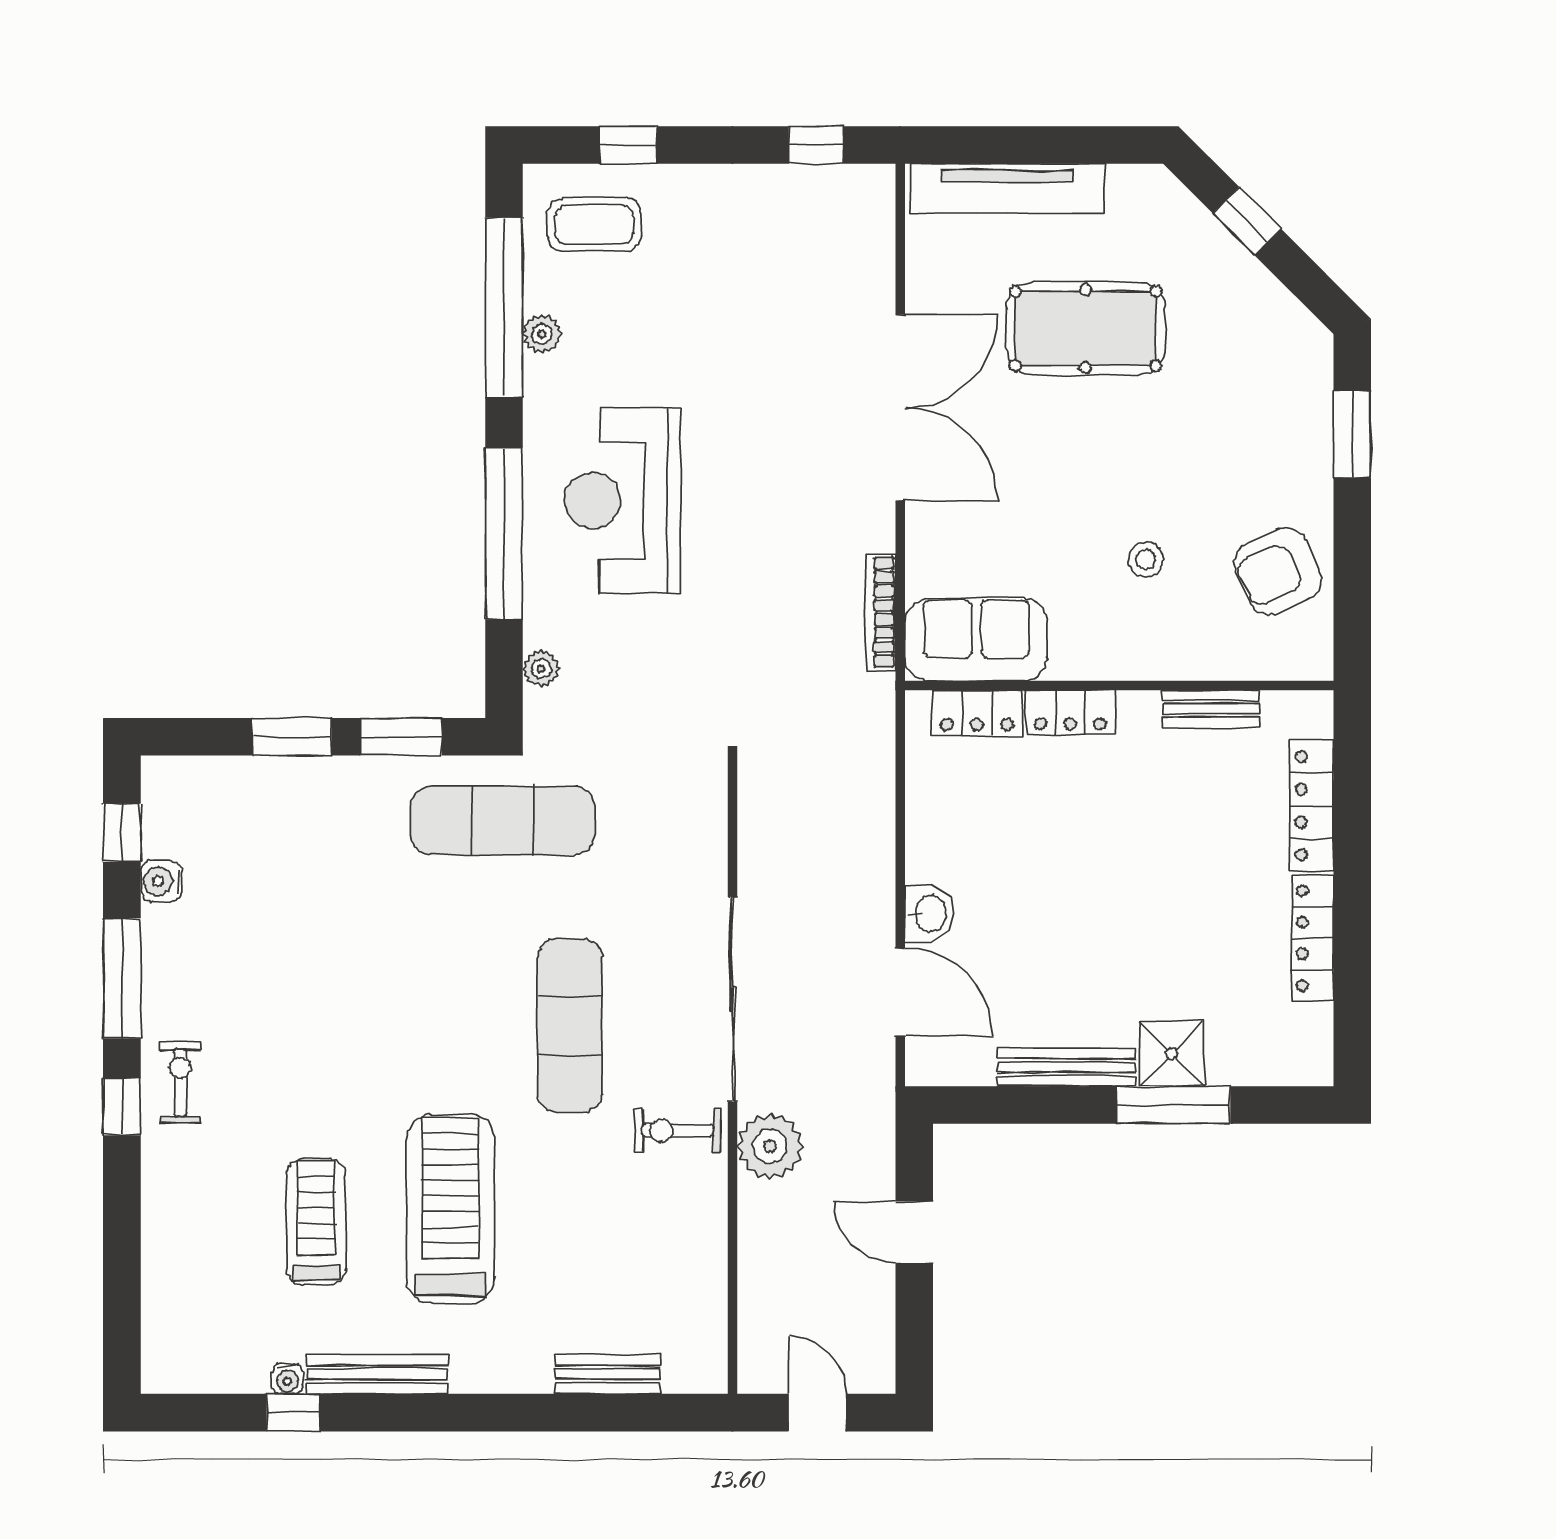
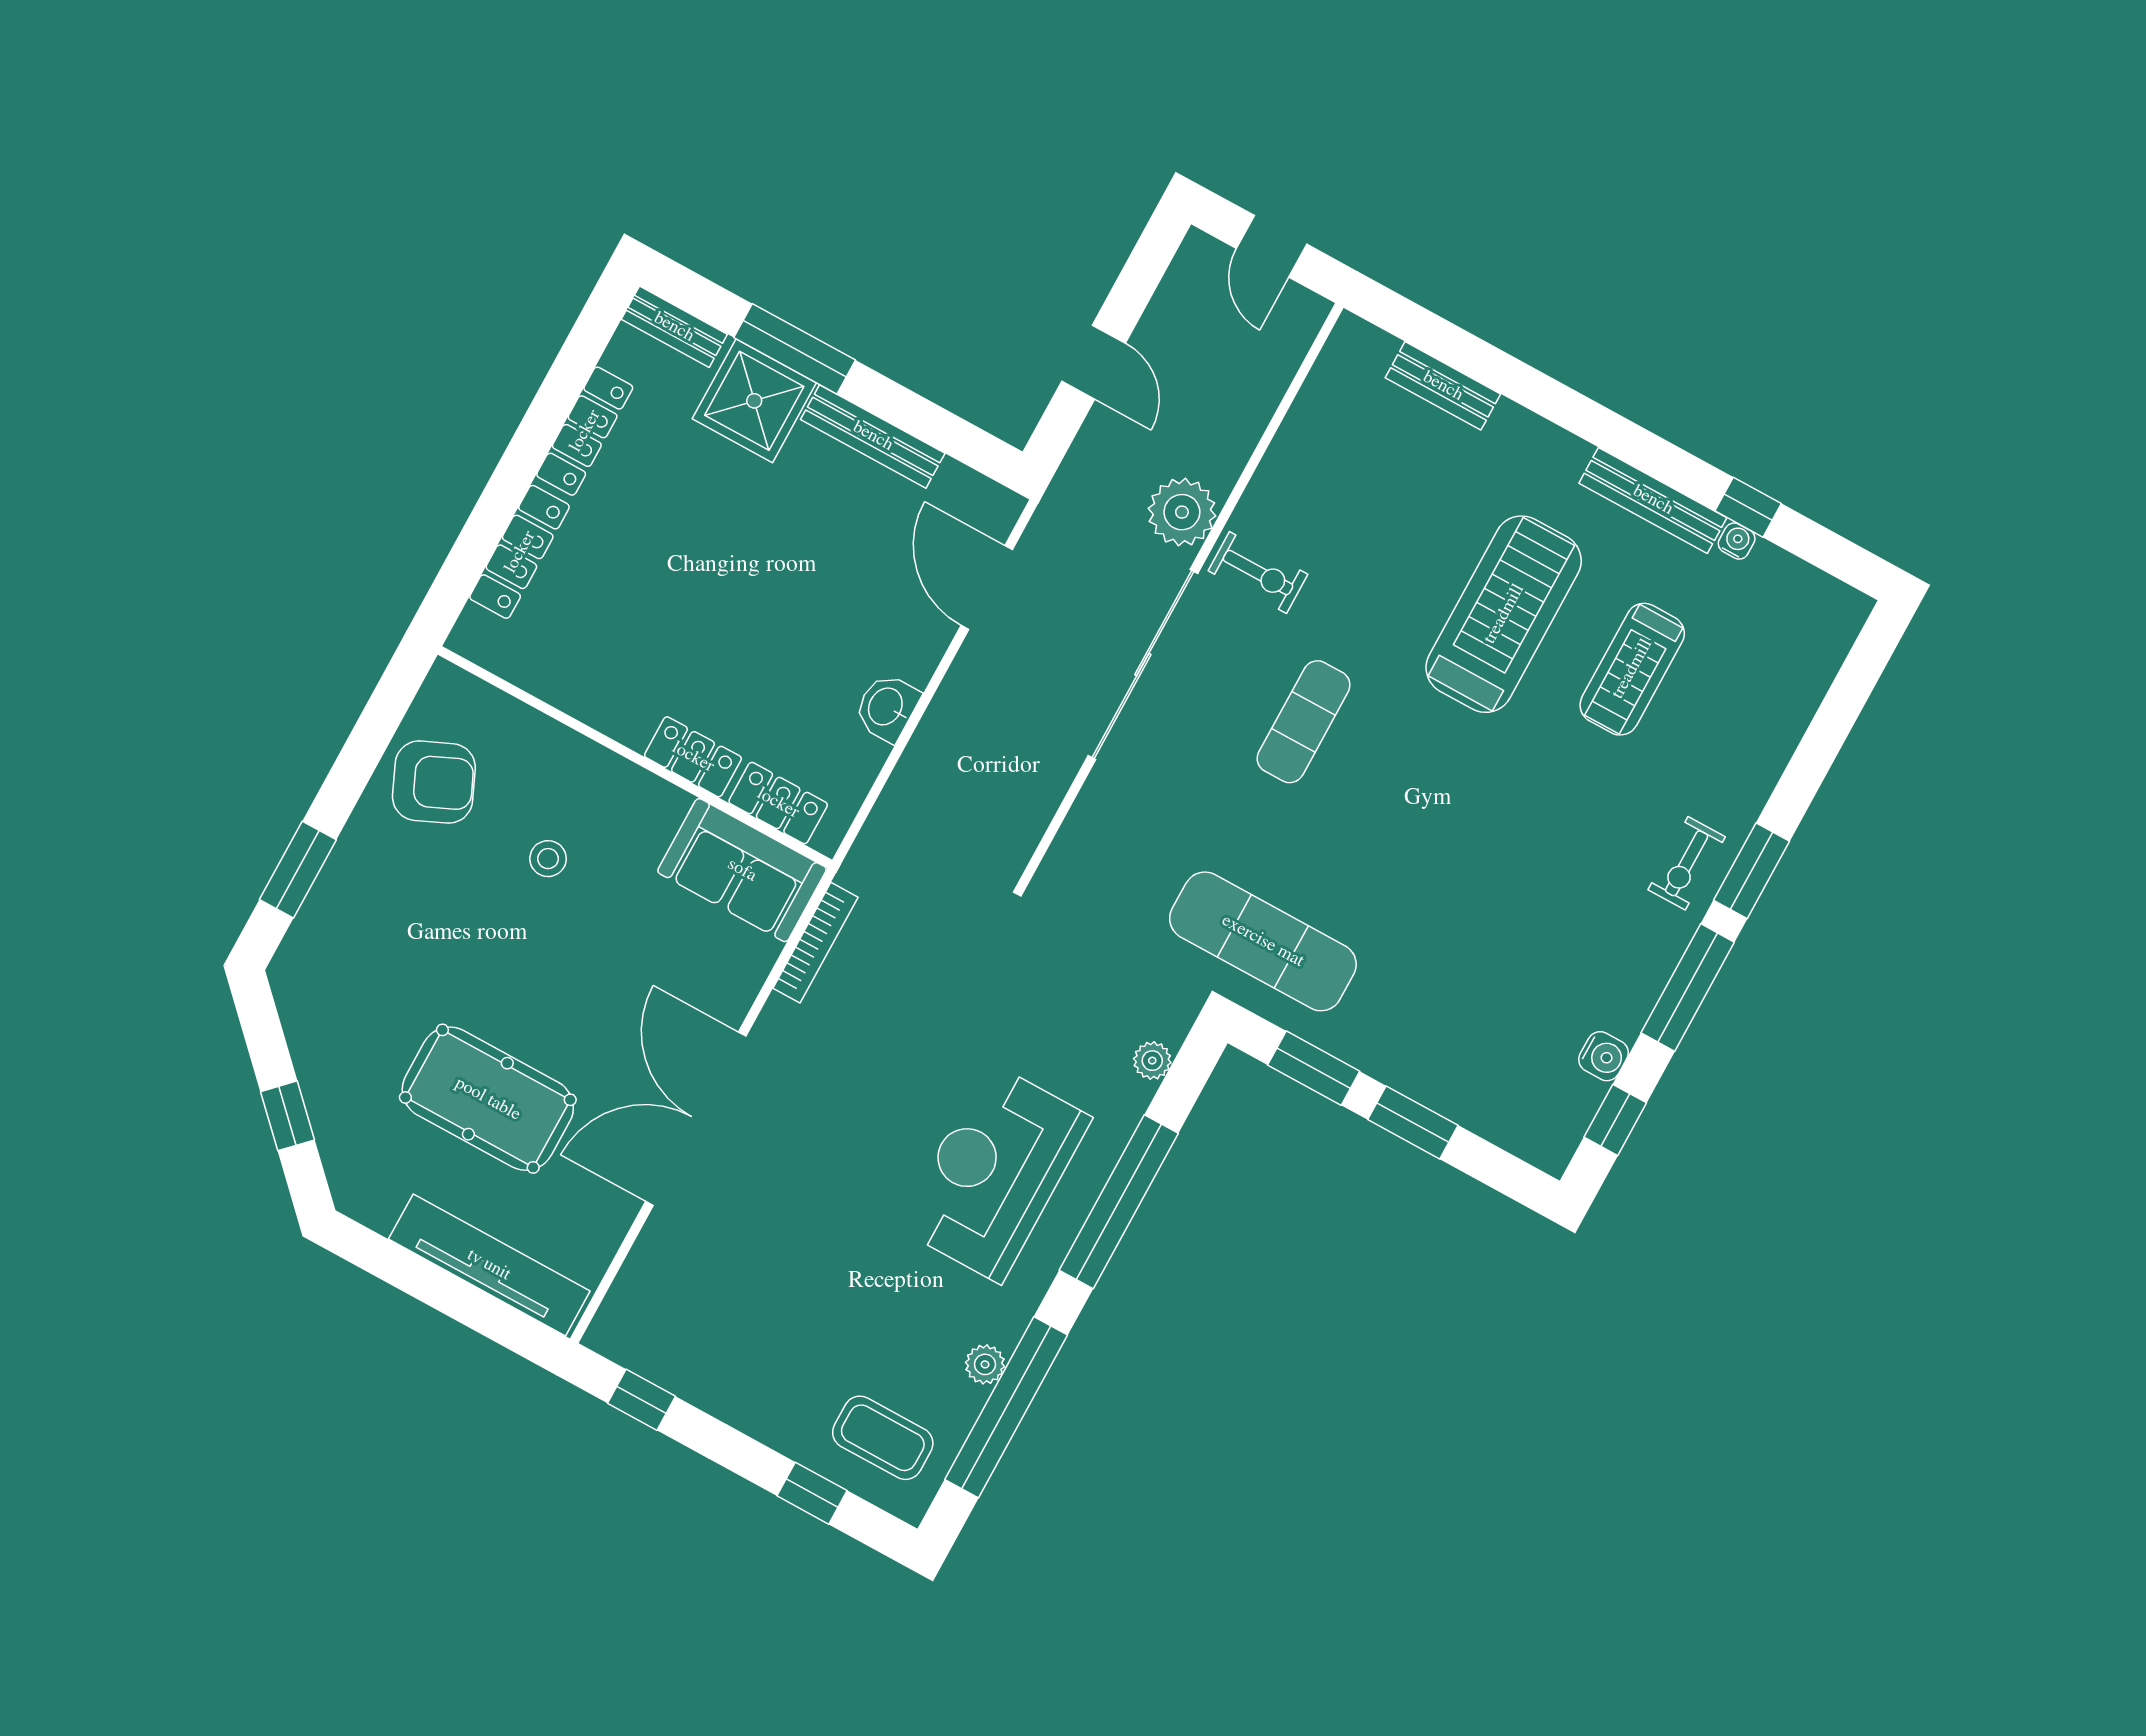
reception desk: (623, 501) -> (995, 1173), turned 180
bench: (1211, 709) -> (674, 327), moved
washbasin: (929, 914) -> (887, 707), moved
exercise mat: (570, 1025) -> (1304, 722), width x0.73, depth x0.69
shower: (1172, 1054) -> (754, 401), width x1.36, depth x1.36
window: (122, 1107) -> (1752, 871), width x1.50
treadmill: (451, 1209) -> (1504, 614), turned 180

